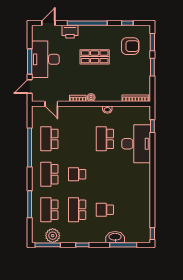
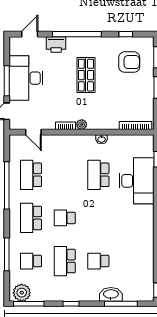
shop shelf: (95, 57) -> (86, 75), turned 90
school desk: (49, 210) -> (31, 261), width x0.54
plant: (53, 236) -> (22, 293), moved

